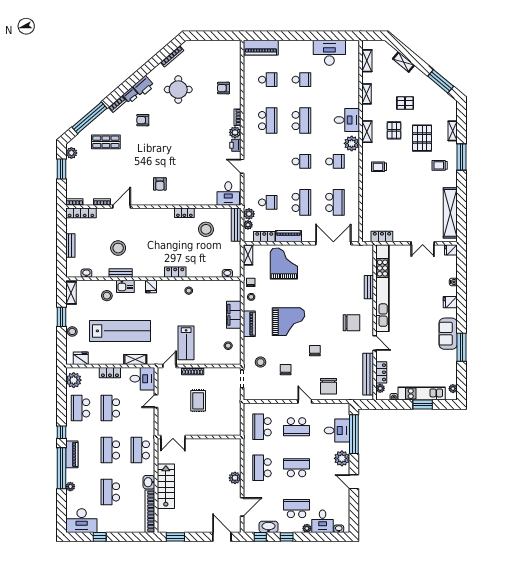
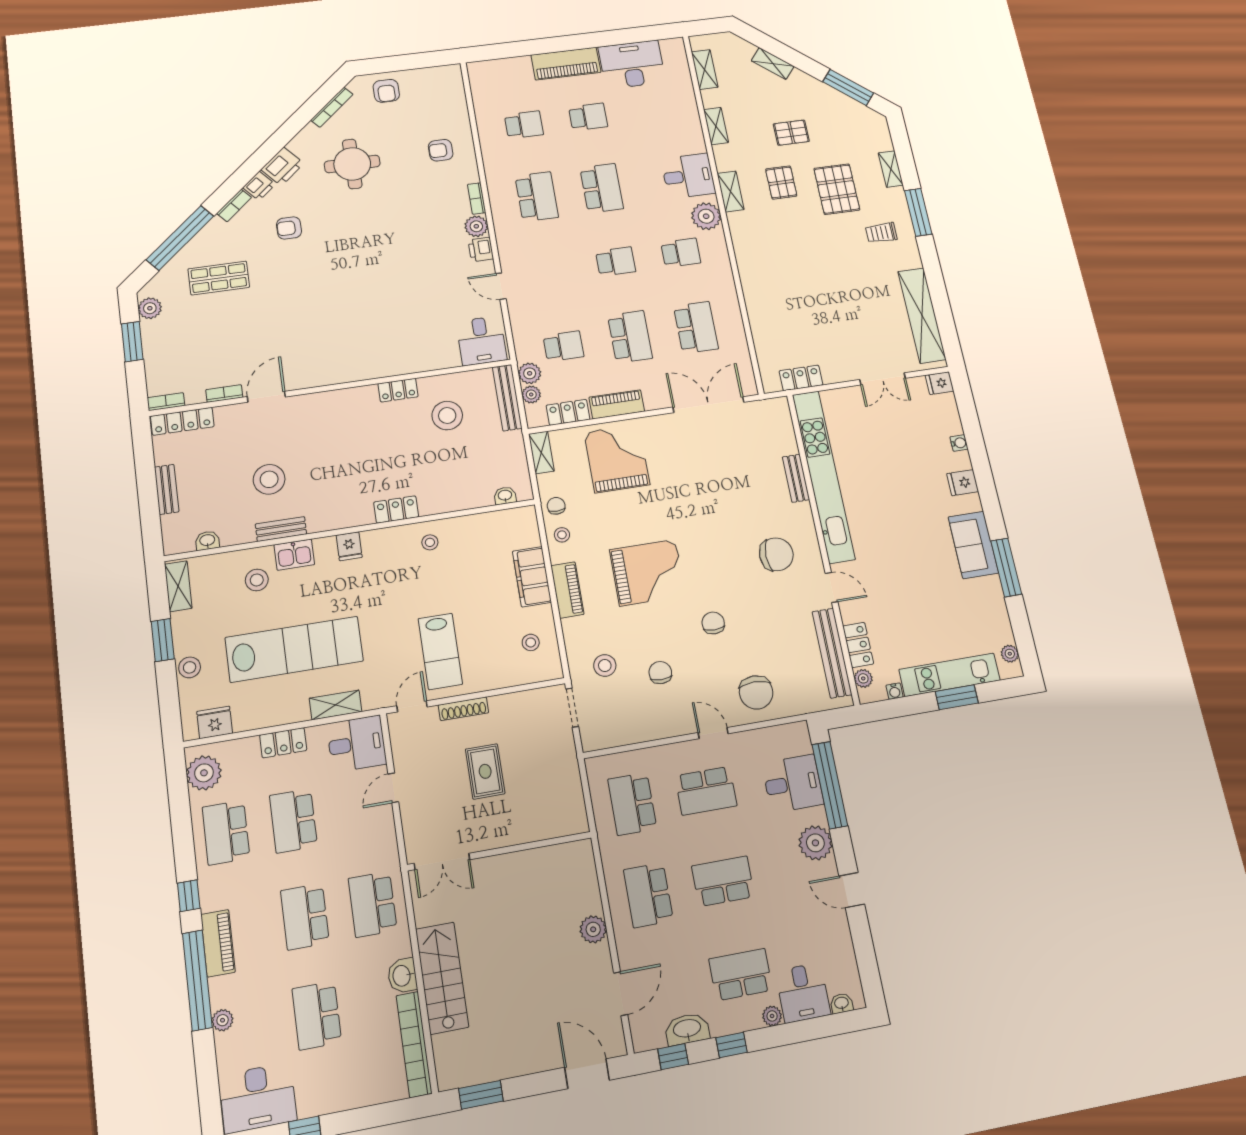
piano: (261, 48) -> (566, 64), moved
trolley: (379, 167) -> (767, 251), removed
armchair: (160, 184) -> (386, 91), moved

